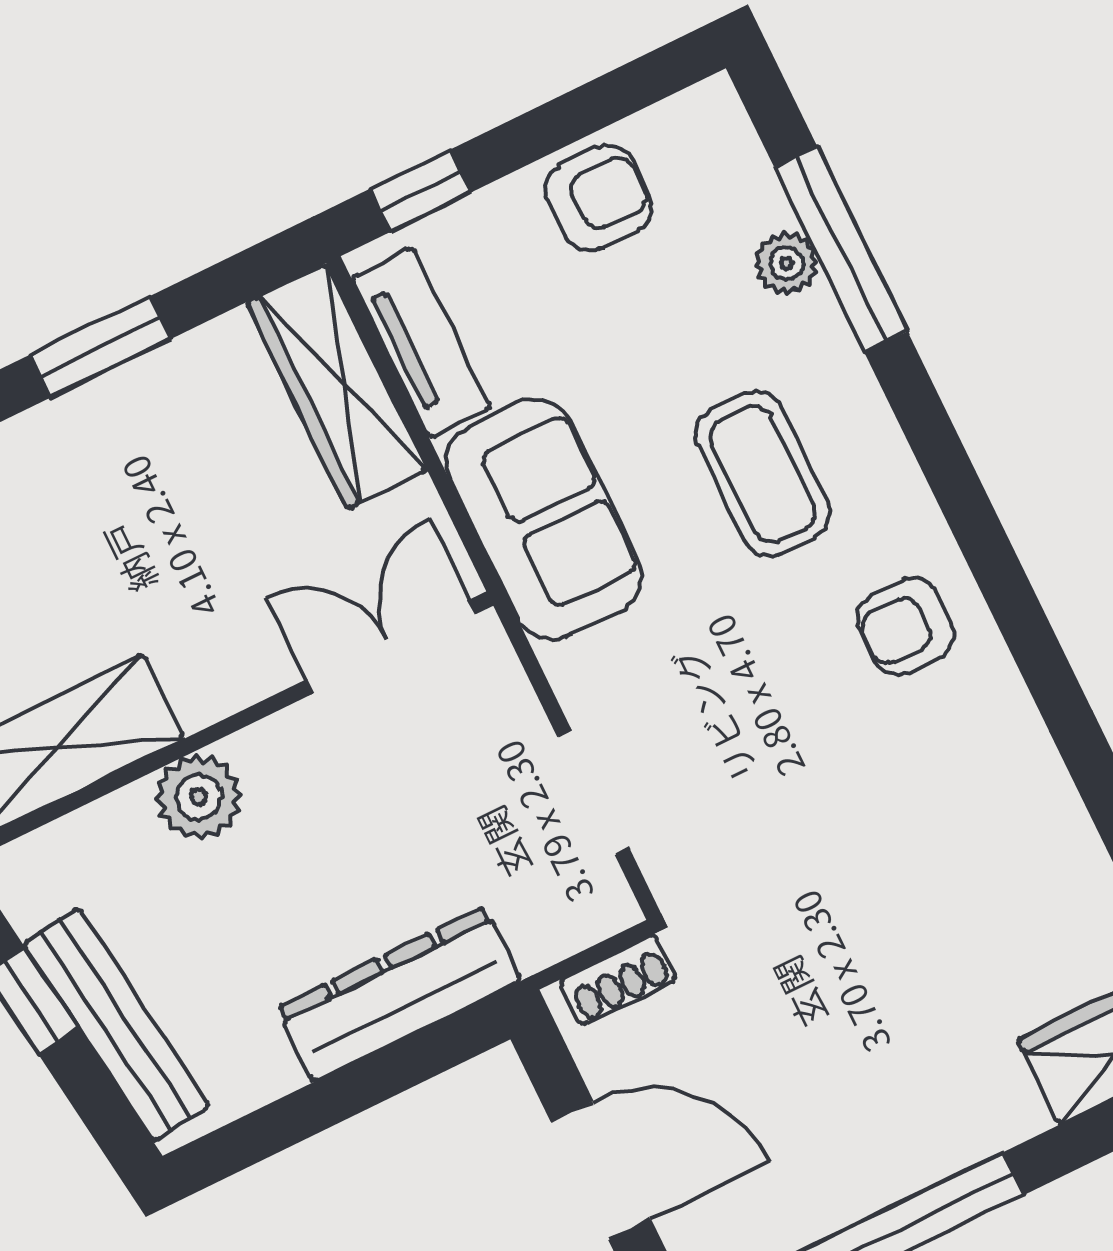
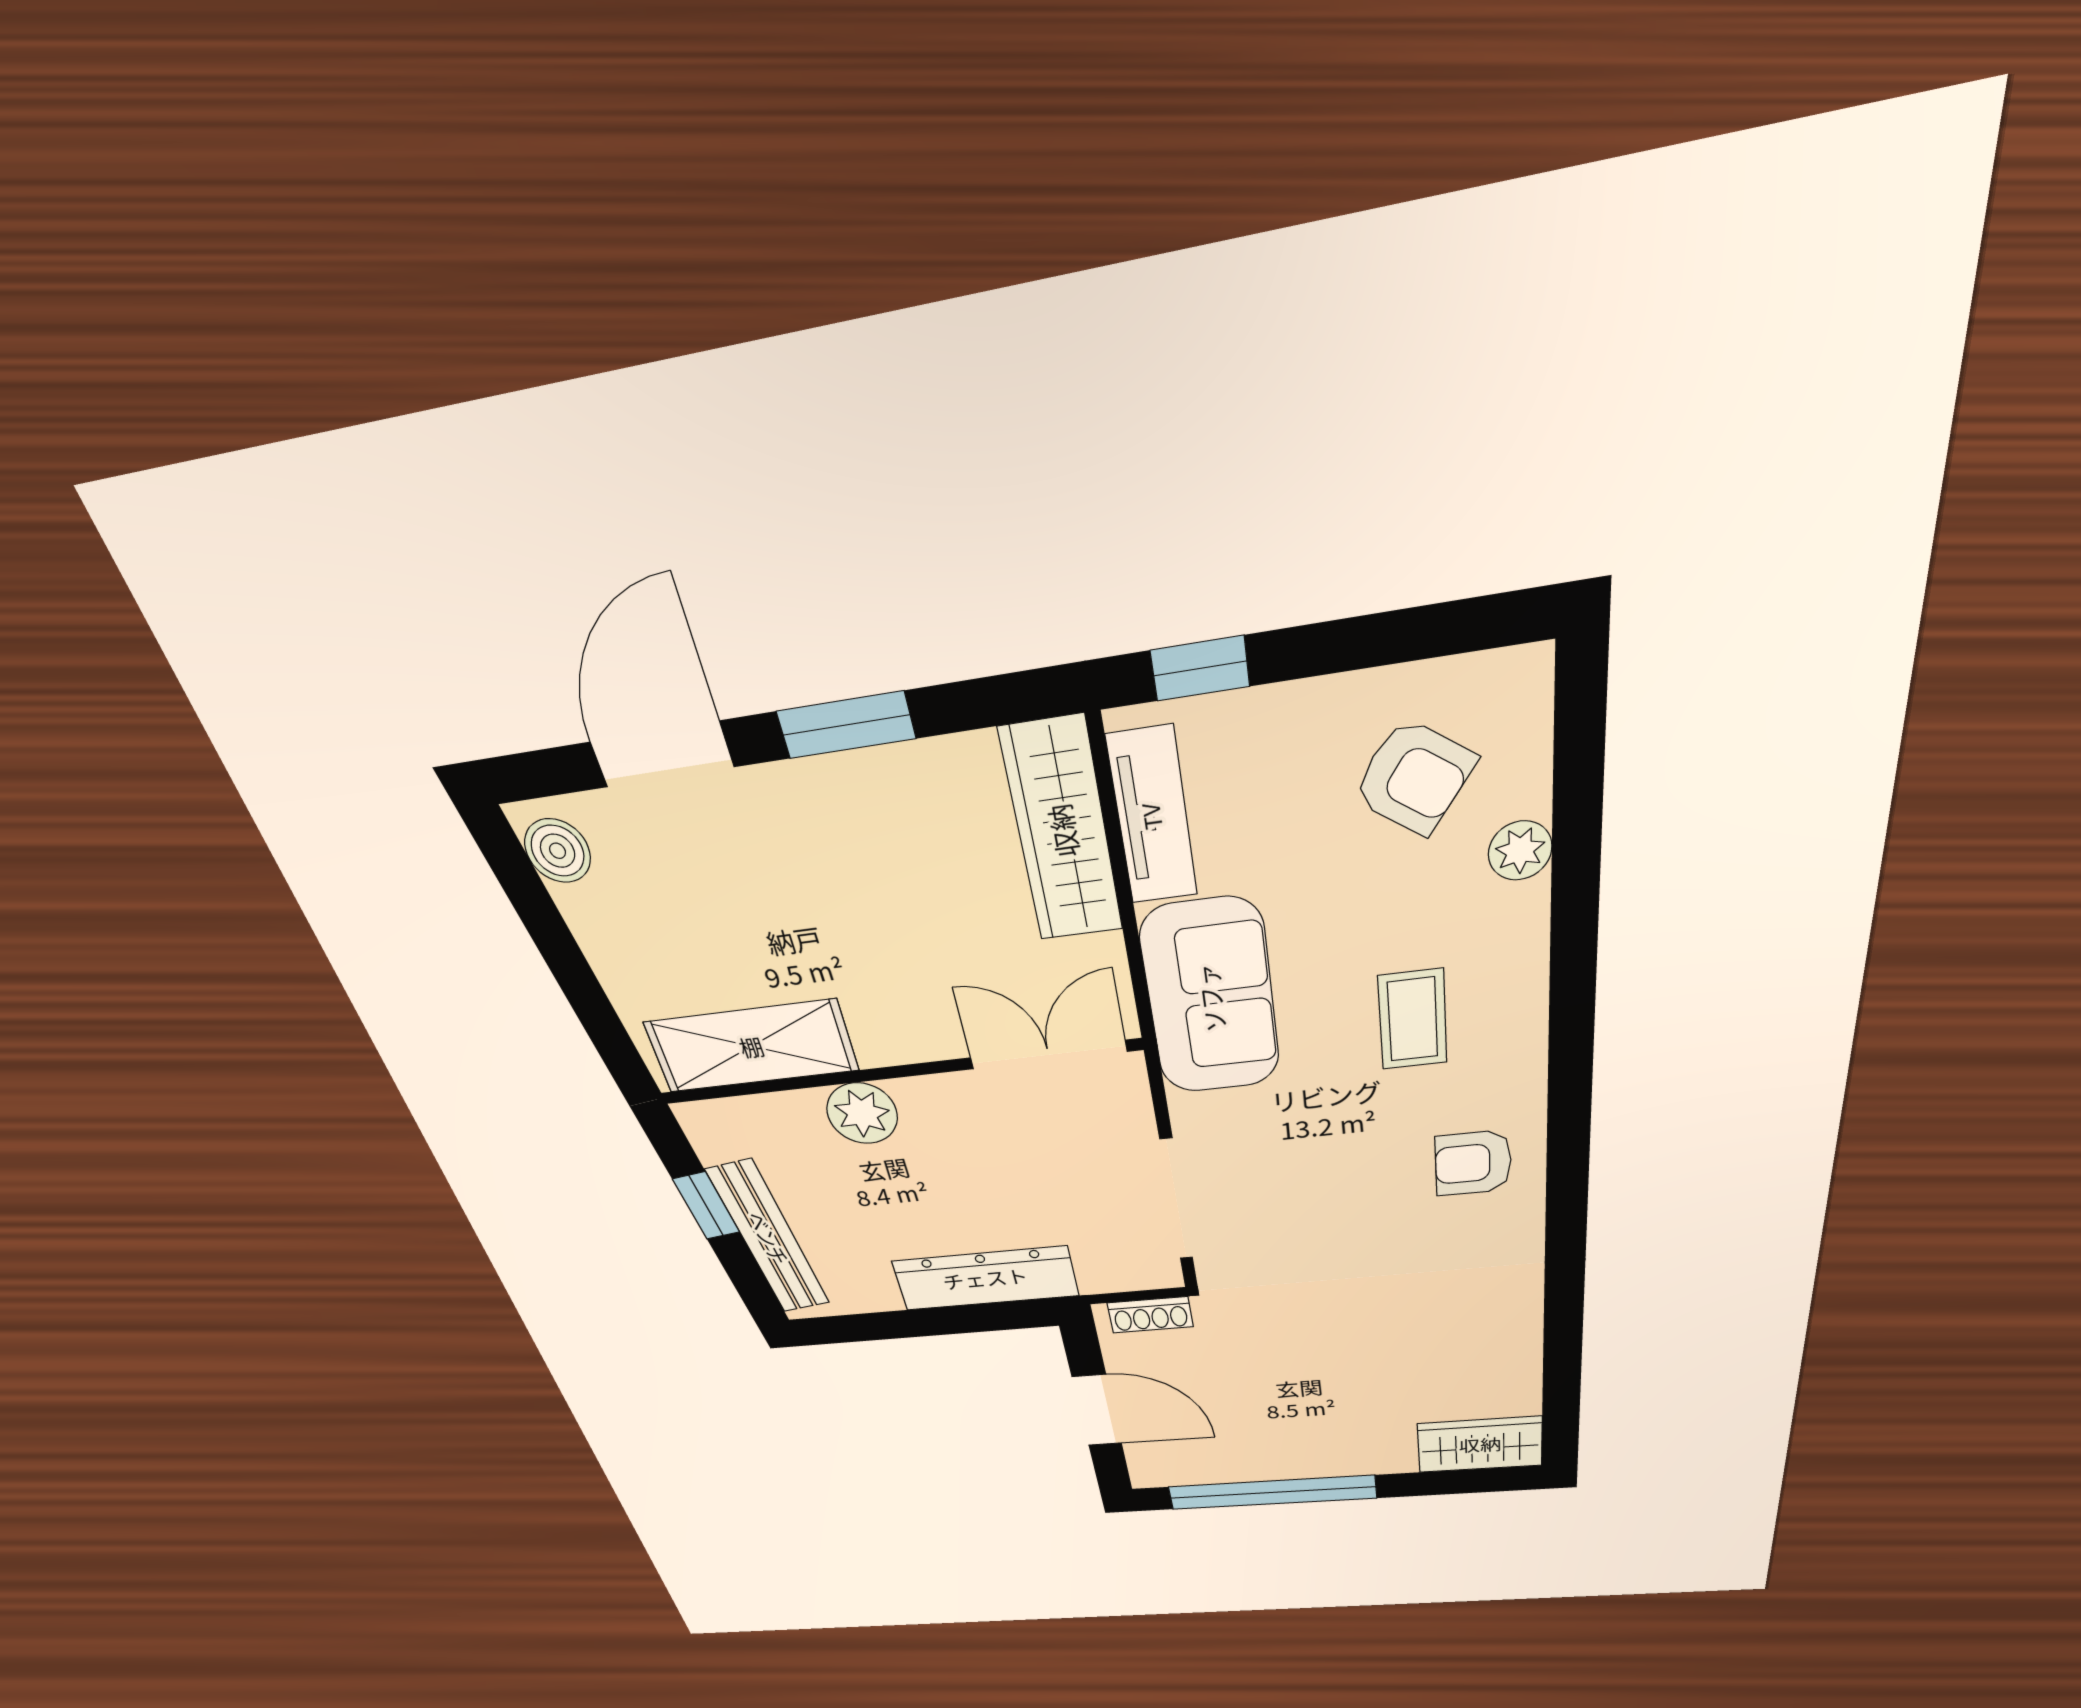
armchair: (598, 198) -> (1414, 777), moved, turned 35
window: (841, 249) -> (1576, 854), removed
coffee table: (763, 474) -> (1413, 1019), width x0.73, depth x0.77
doorway: (593, 793) -> (1176, 1200), width x1.38

